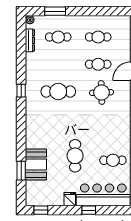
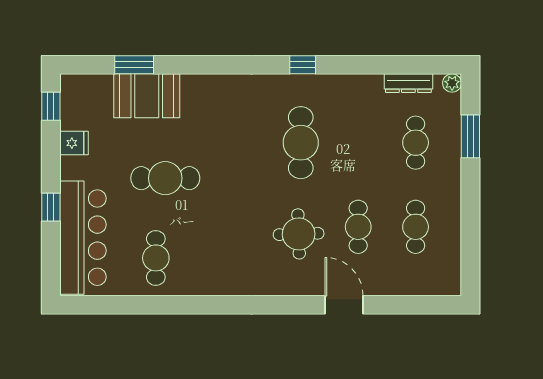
fridge: (70, 199) -> (74, 143), moved

